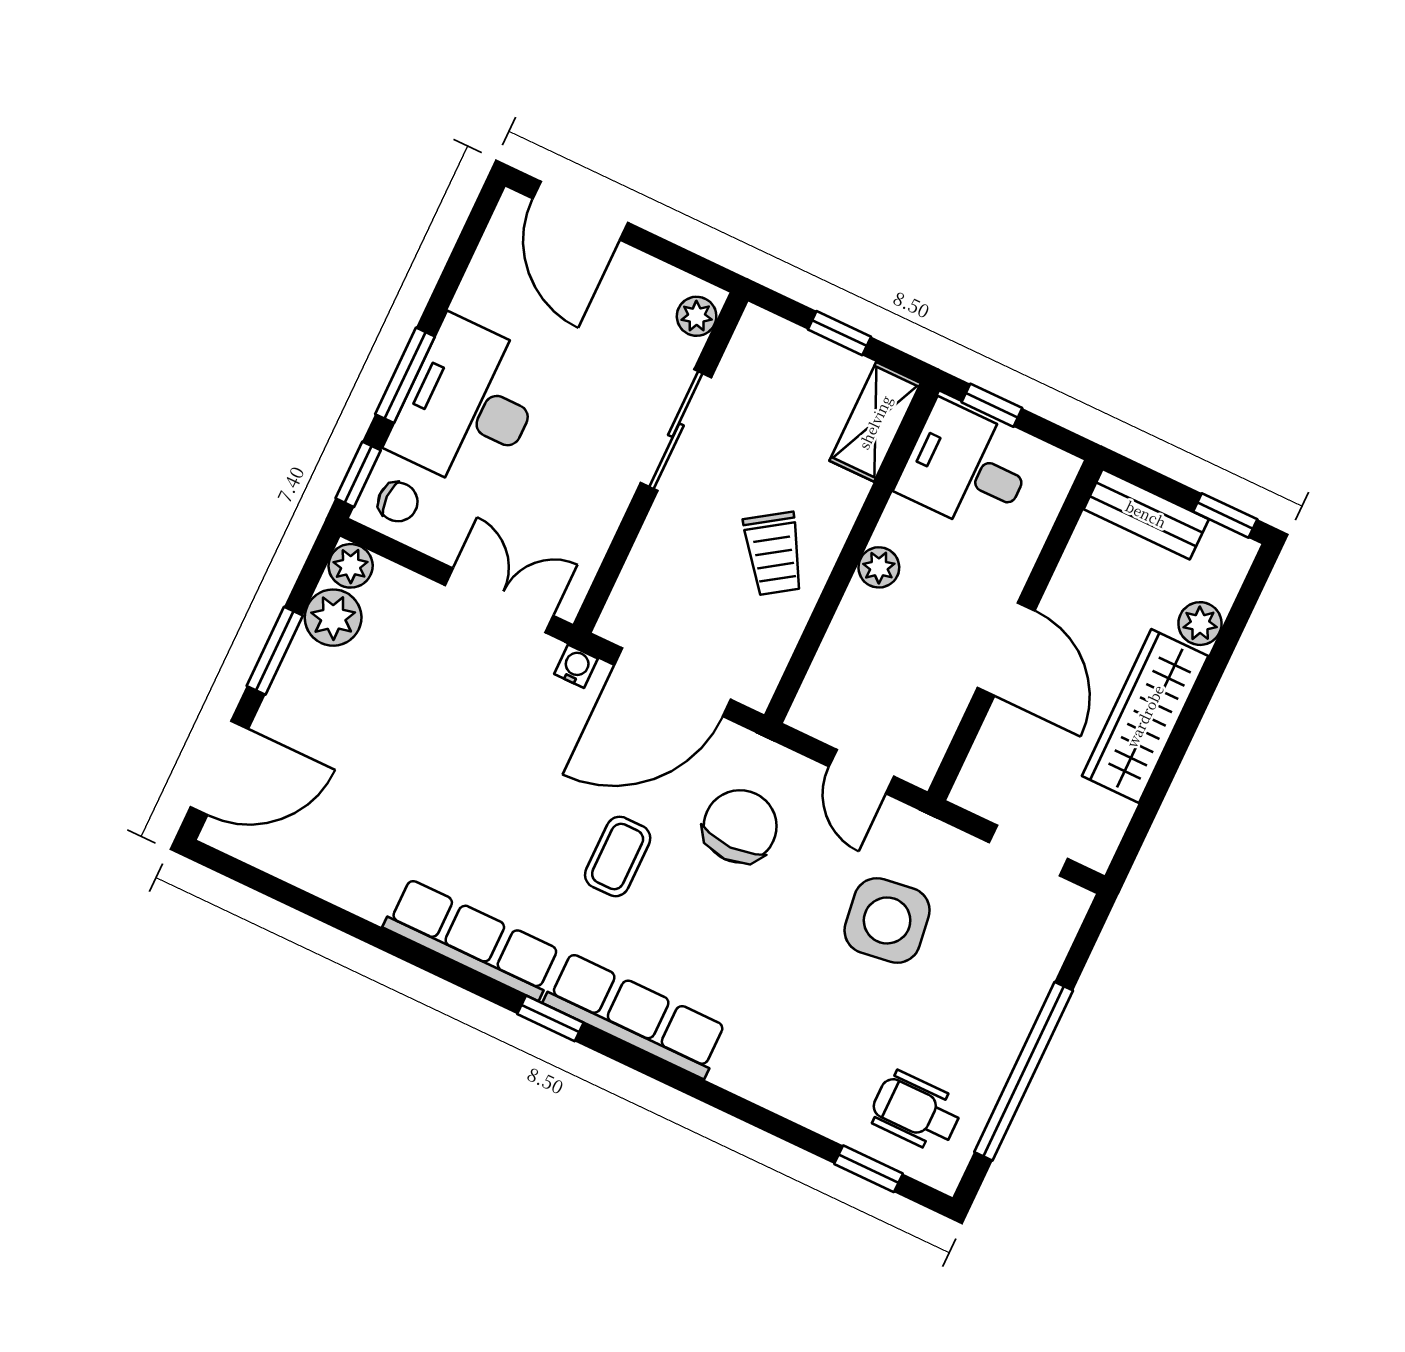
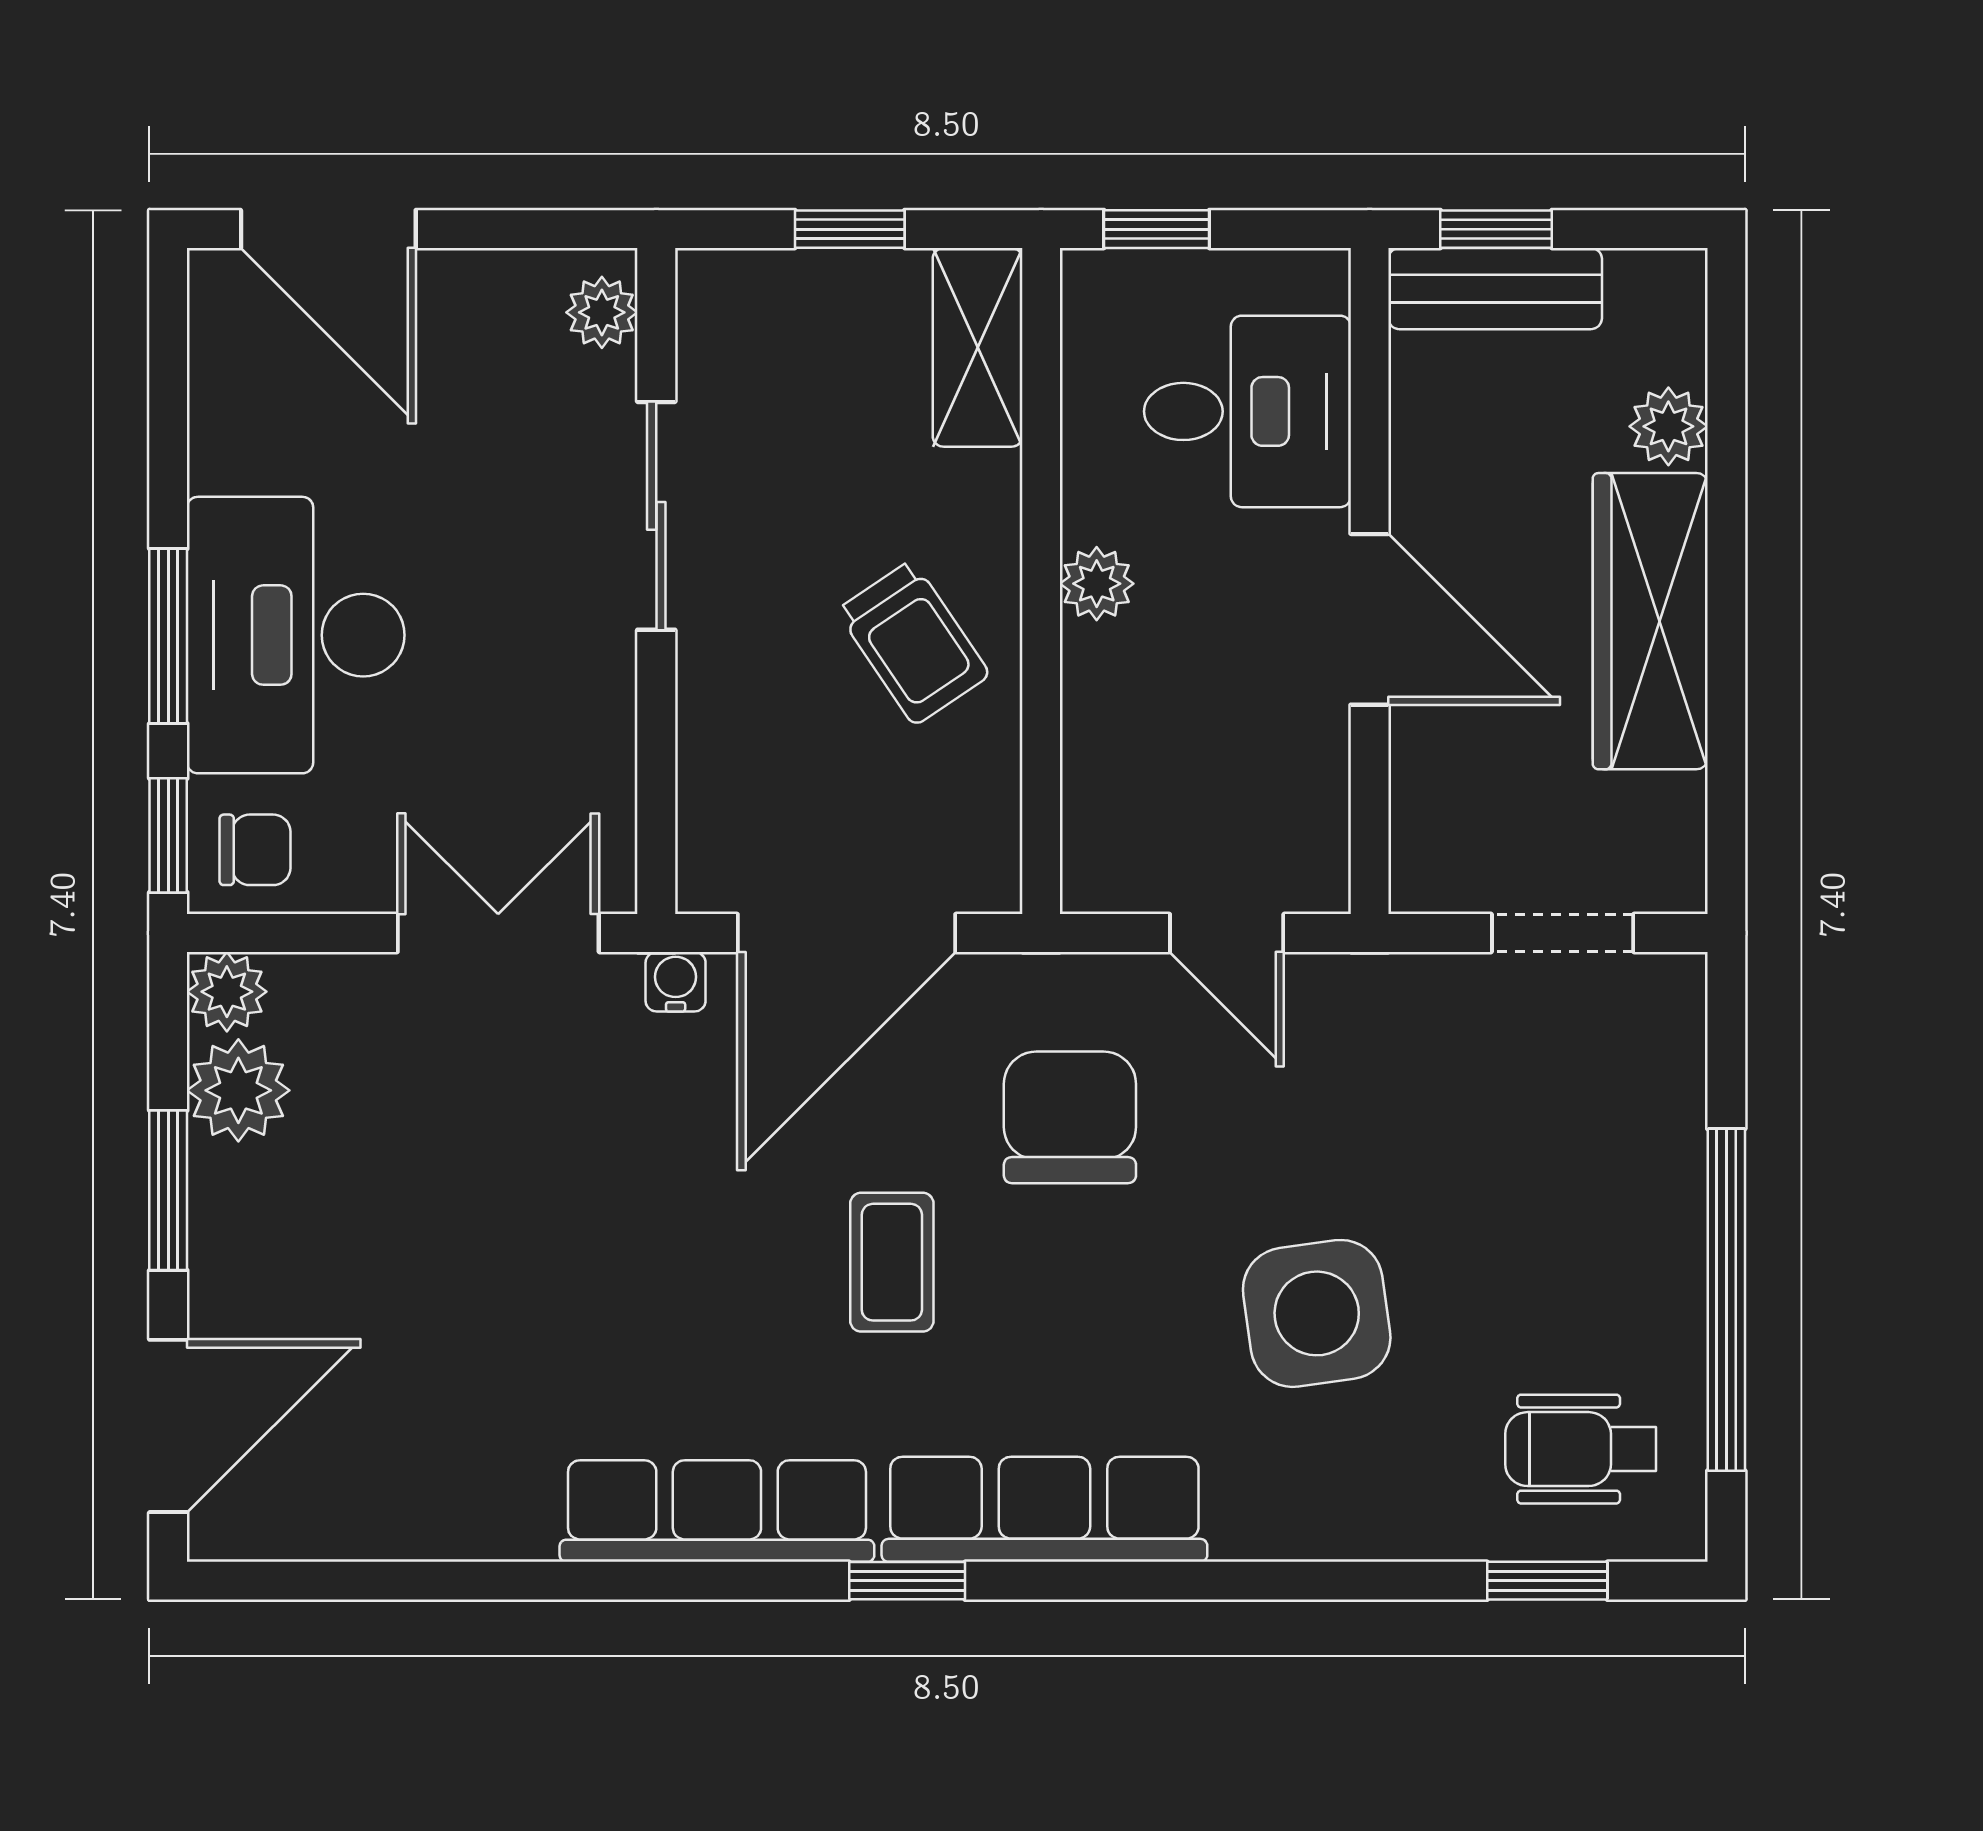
desk: (966, 468) -> (1247, 411), moved, turned 180
window: (1225, 515) -> (1496, 229), moved
side table: (887, 920) -> (1317, 1313), moved

